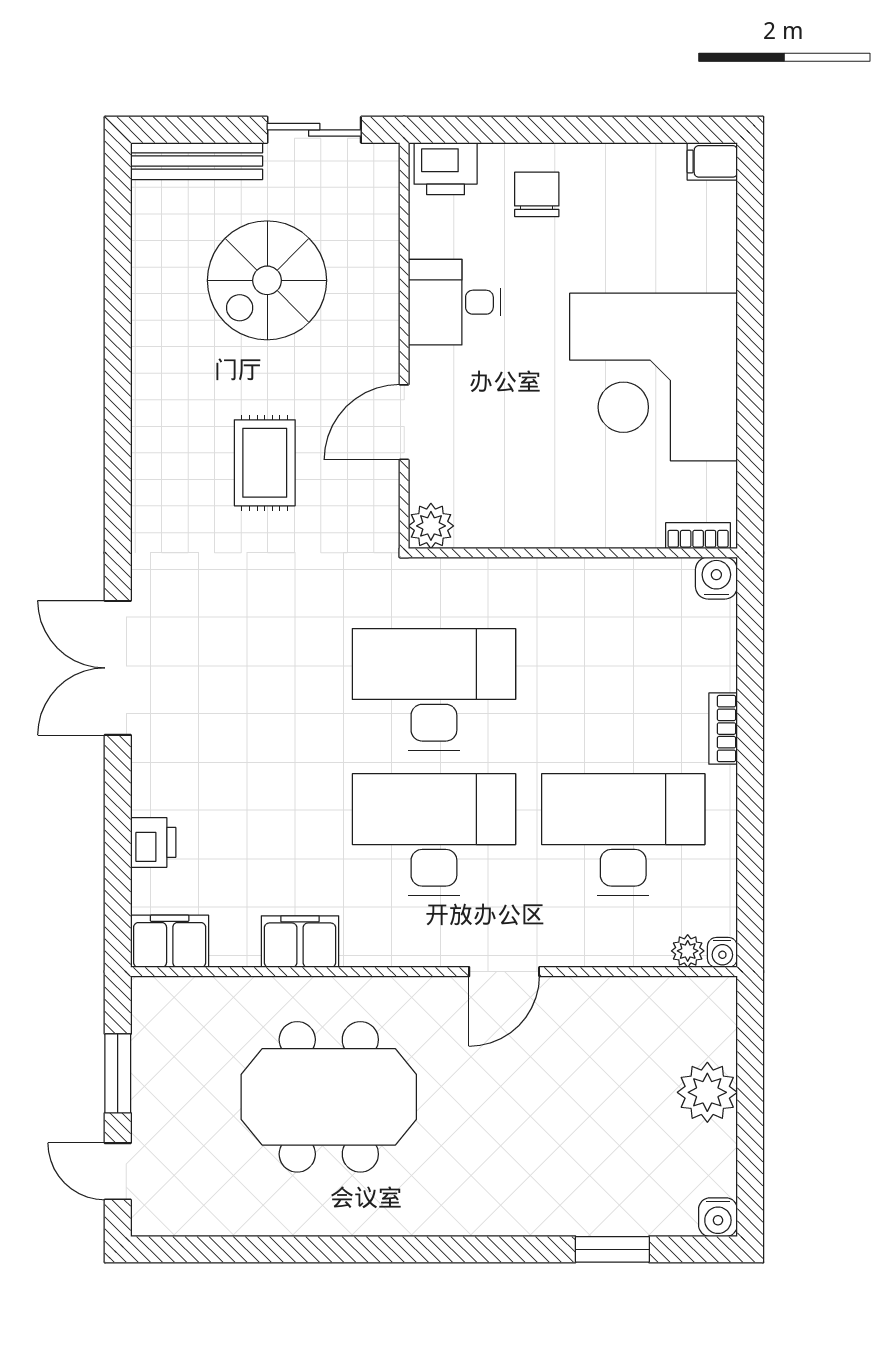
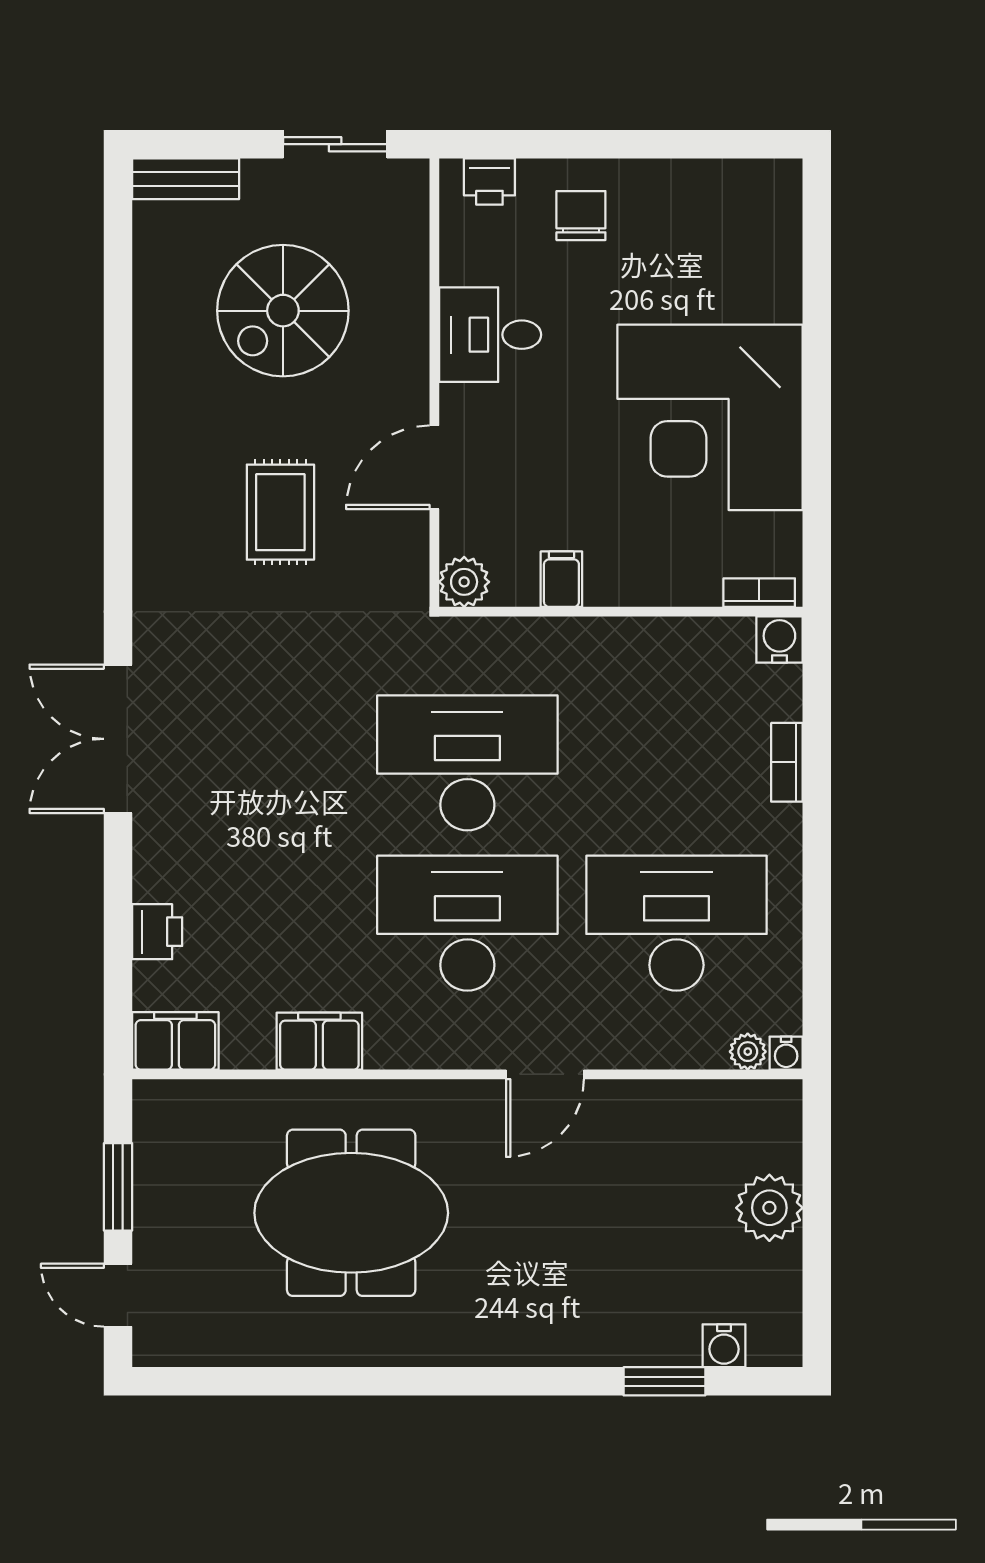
bench: (197, 161) -> (186, 179), width x0.73
filing cabinet: (712, 161) -> (561, 579), moved, turned 90
printer: (446, 169) -> (489, 182), width x0.73, depth x0.81
bookcase: (723, 729) -> (787, 762), moved
water cooler: (718, 1217) -> (724, 1346), moved

